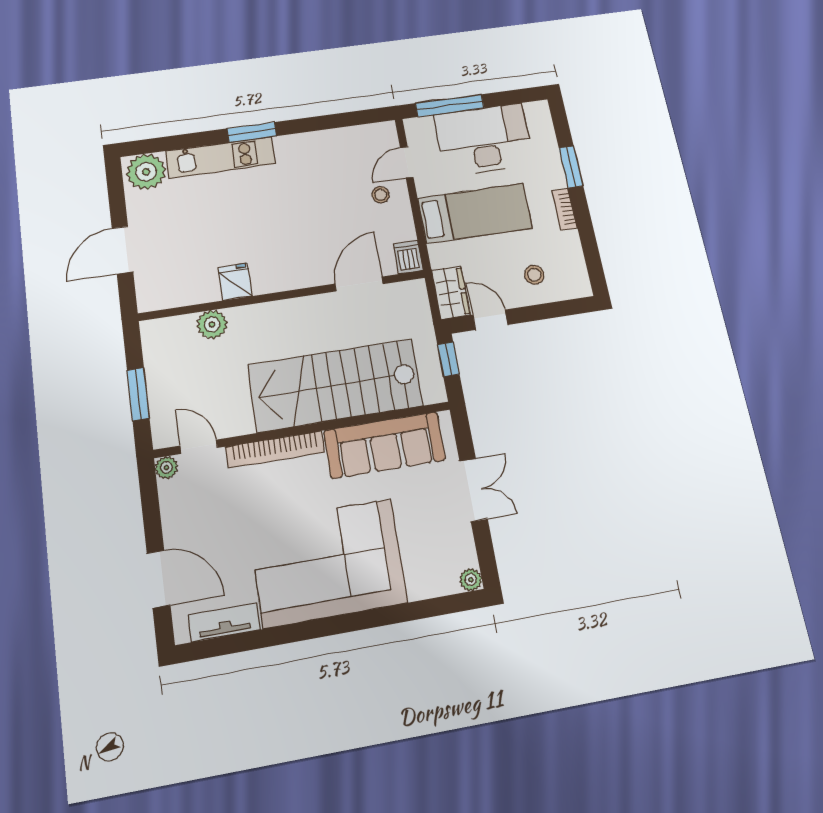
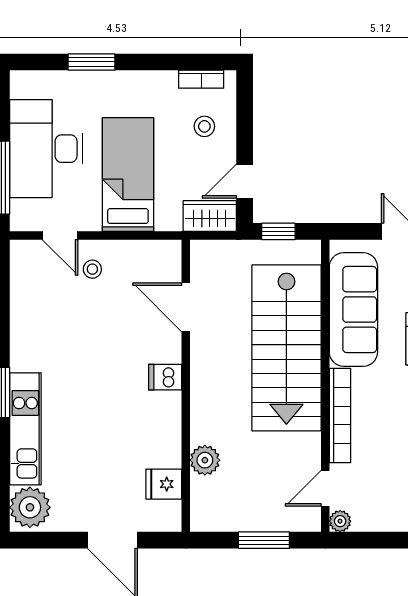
bookcase: (565, 209) -> (201, 79), moved
dishwasher: (408, 257) -> (165, 377), moved
fridge: (235, 282) -> (164, 484), moved

